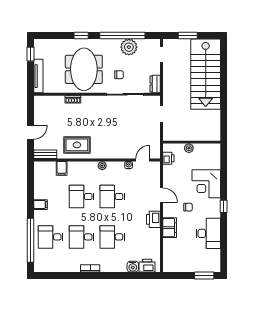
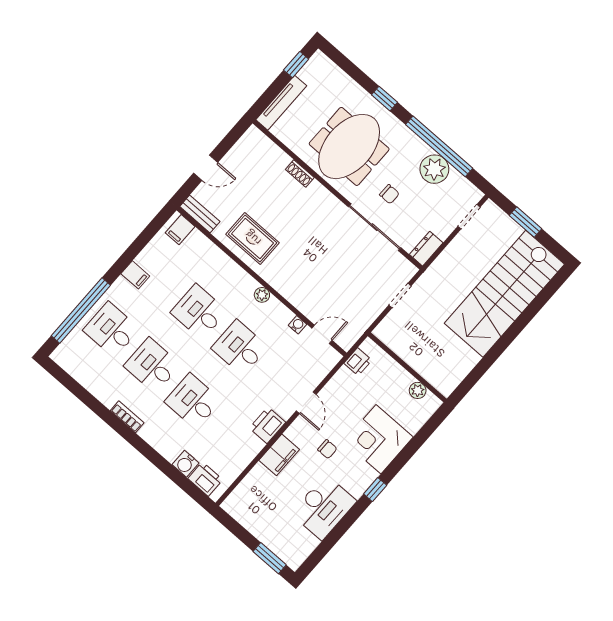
plant: (189, 148) -> (418, 390), moved
filing cabinet: (62, 168) -> (180, 230), moved

